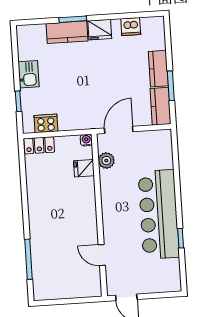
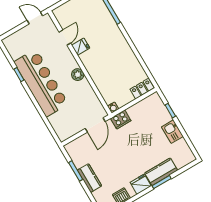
kitchen counter: (160, 106) -> (76, 154), removed
cooker: (46, 123) -> (121, 119), moved
plant: (106, 161) -> (78, 75), moved
fridge: (84, 168) -> (81, 47), moved
door: (102, 255) -> (65, 38), hinge flipped

